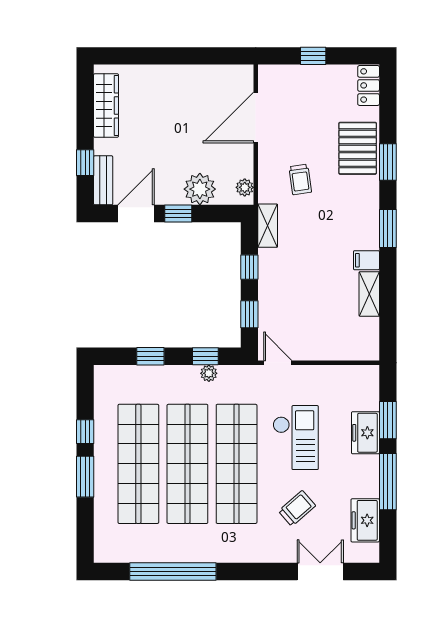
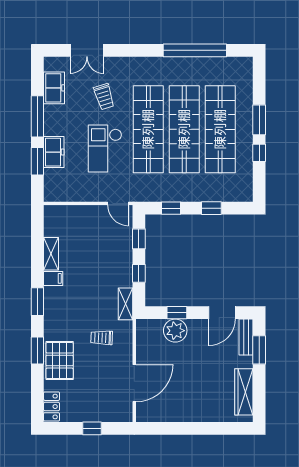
window: (85, 163) -> (259, 350), width x1.50
trolley: (300, 179) -> (102, 338), turned -80
plant: (245, 187) -> (142, 332), removed
window: (178, 213) -> (177, 313), moved
plant: (209, 373) -> (169, 196), removed
trolley: (297, 508) -> (104, 97), turned -66

